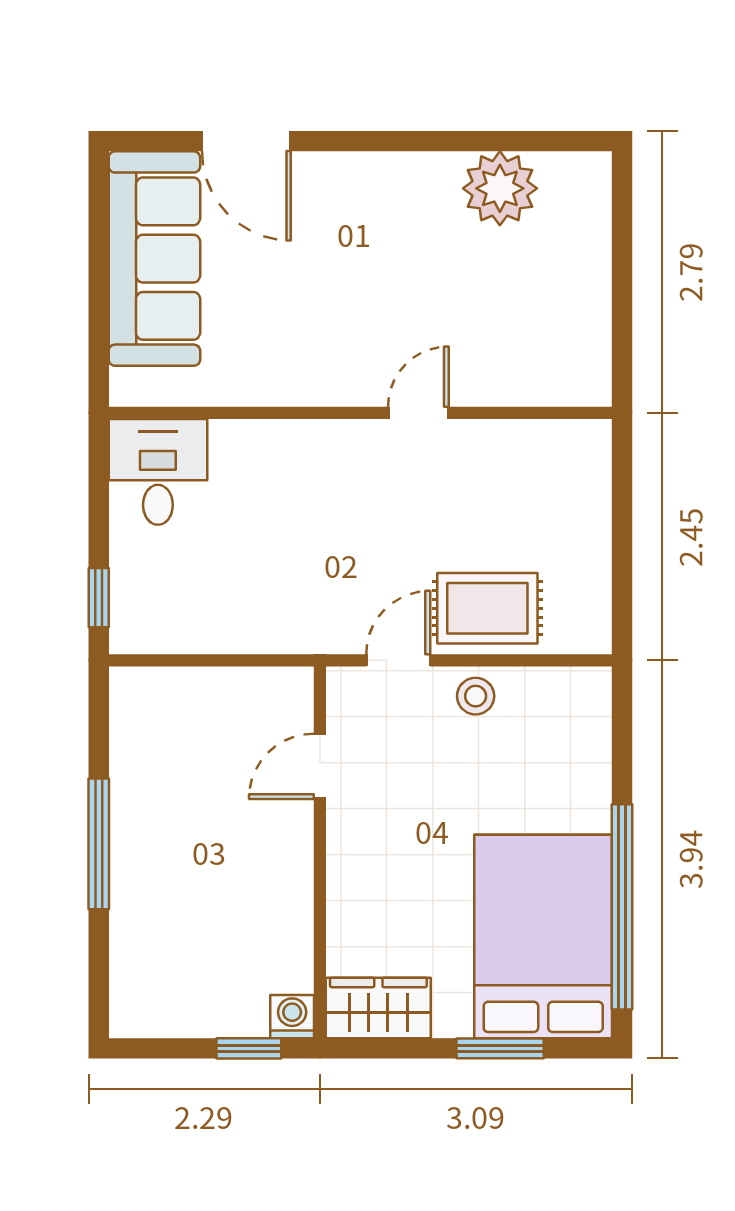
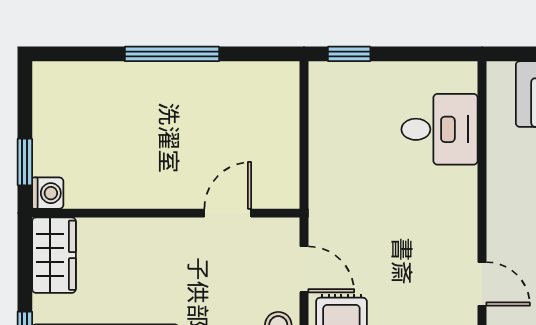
desk: (158, 472) -> (440, 129), moved
door: (320, 766) -> (228, 213), hinge flipped

